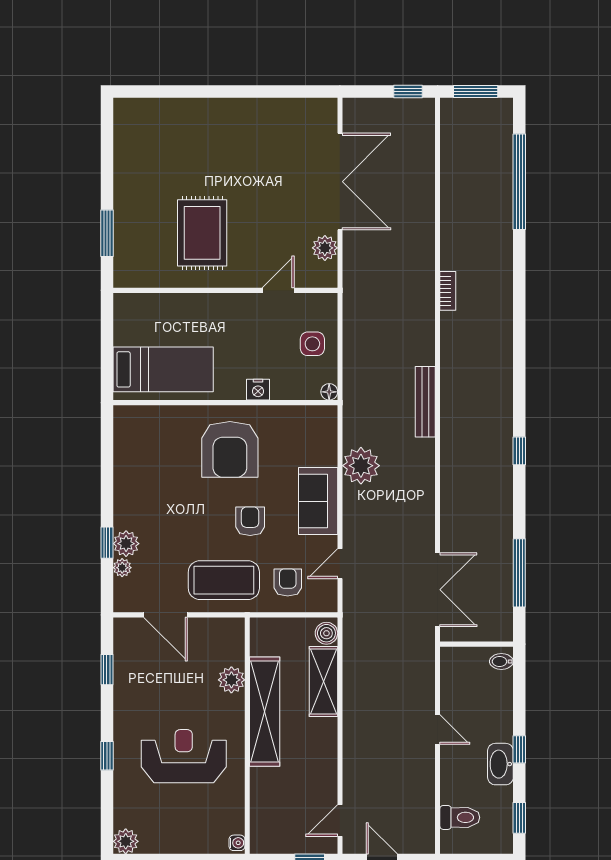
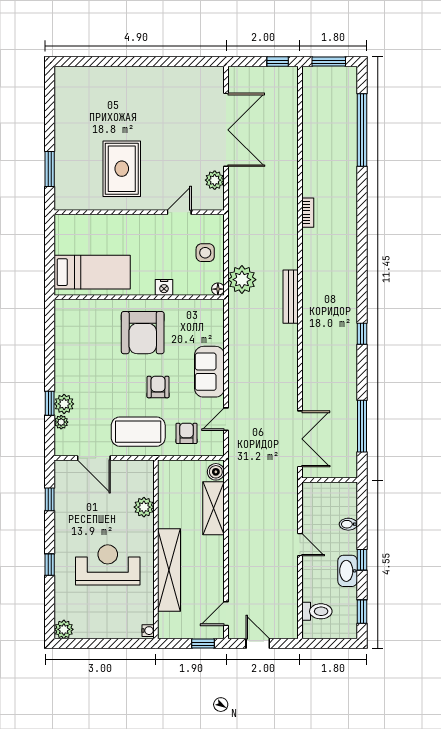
plant: (361, 466) -> (242, 280), moved
bidet: (501, 661) -> (348, 524), moved
shelving: (265, 712) -> (169, 570), moved

